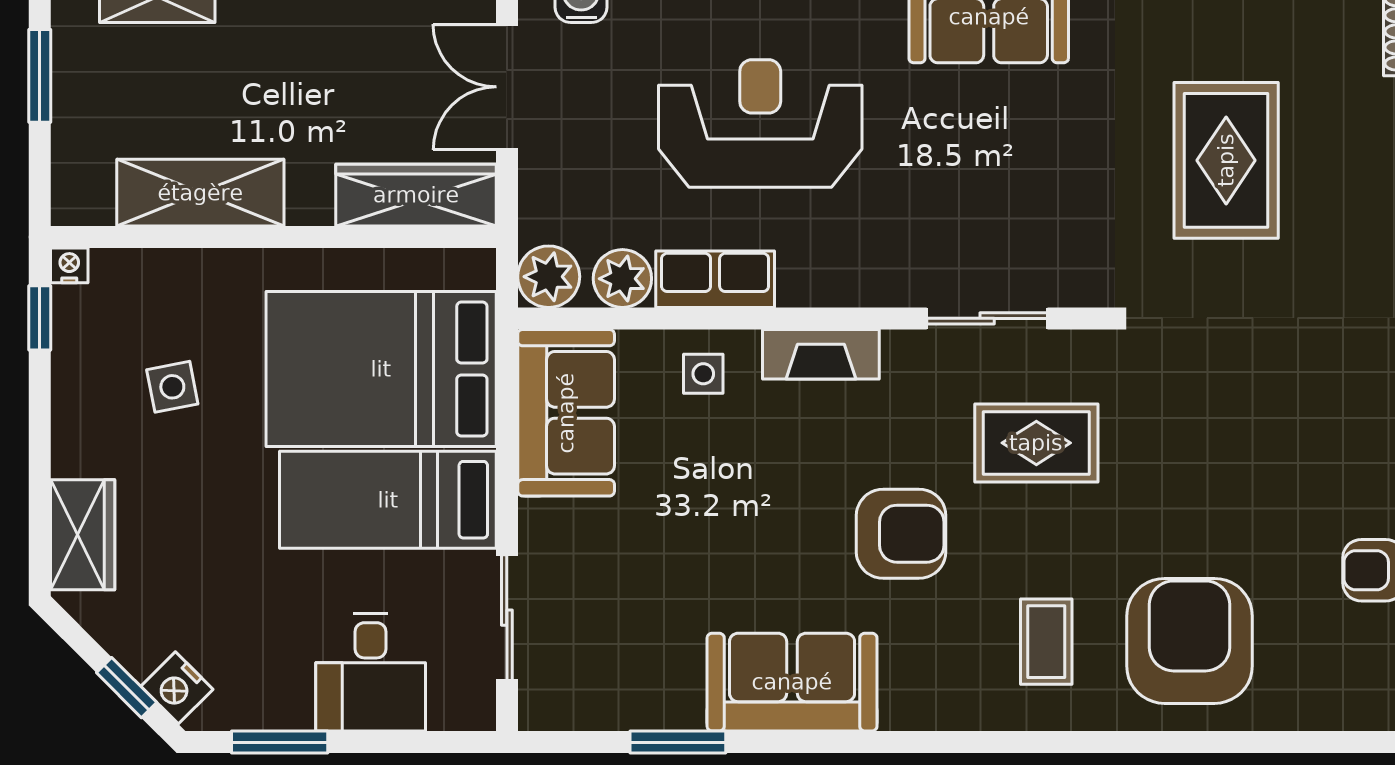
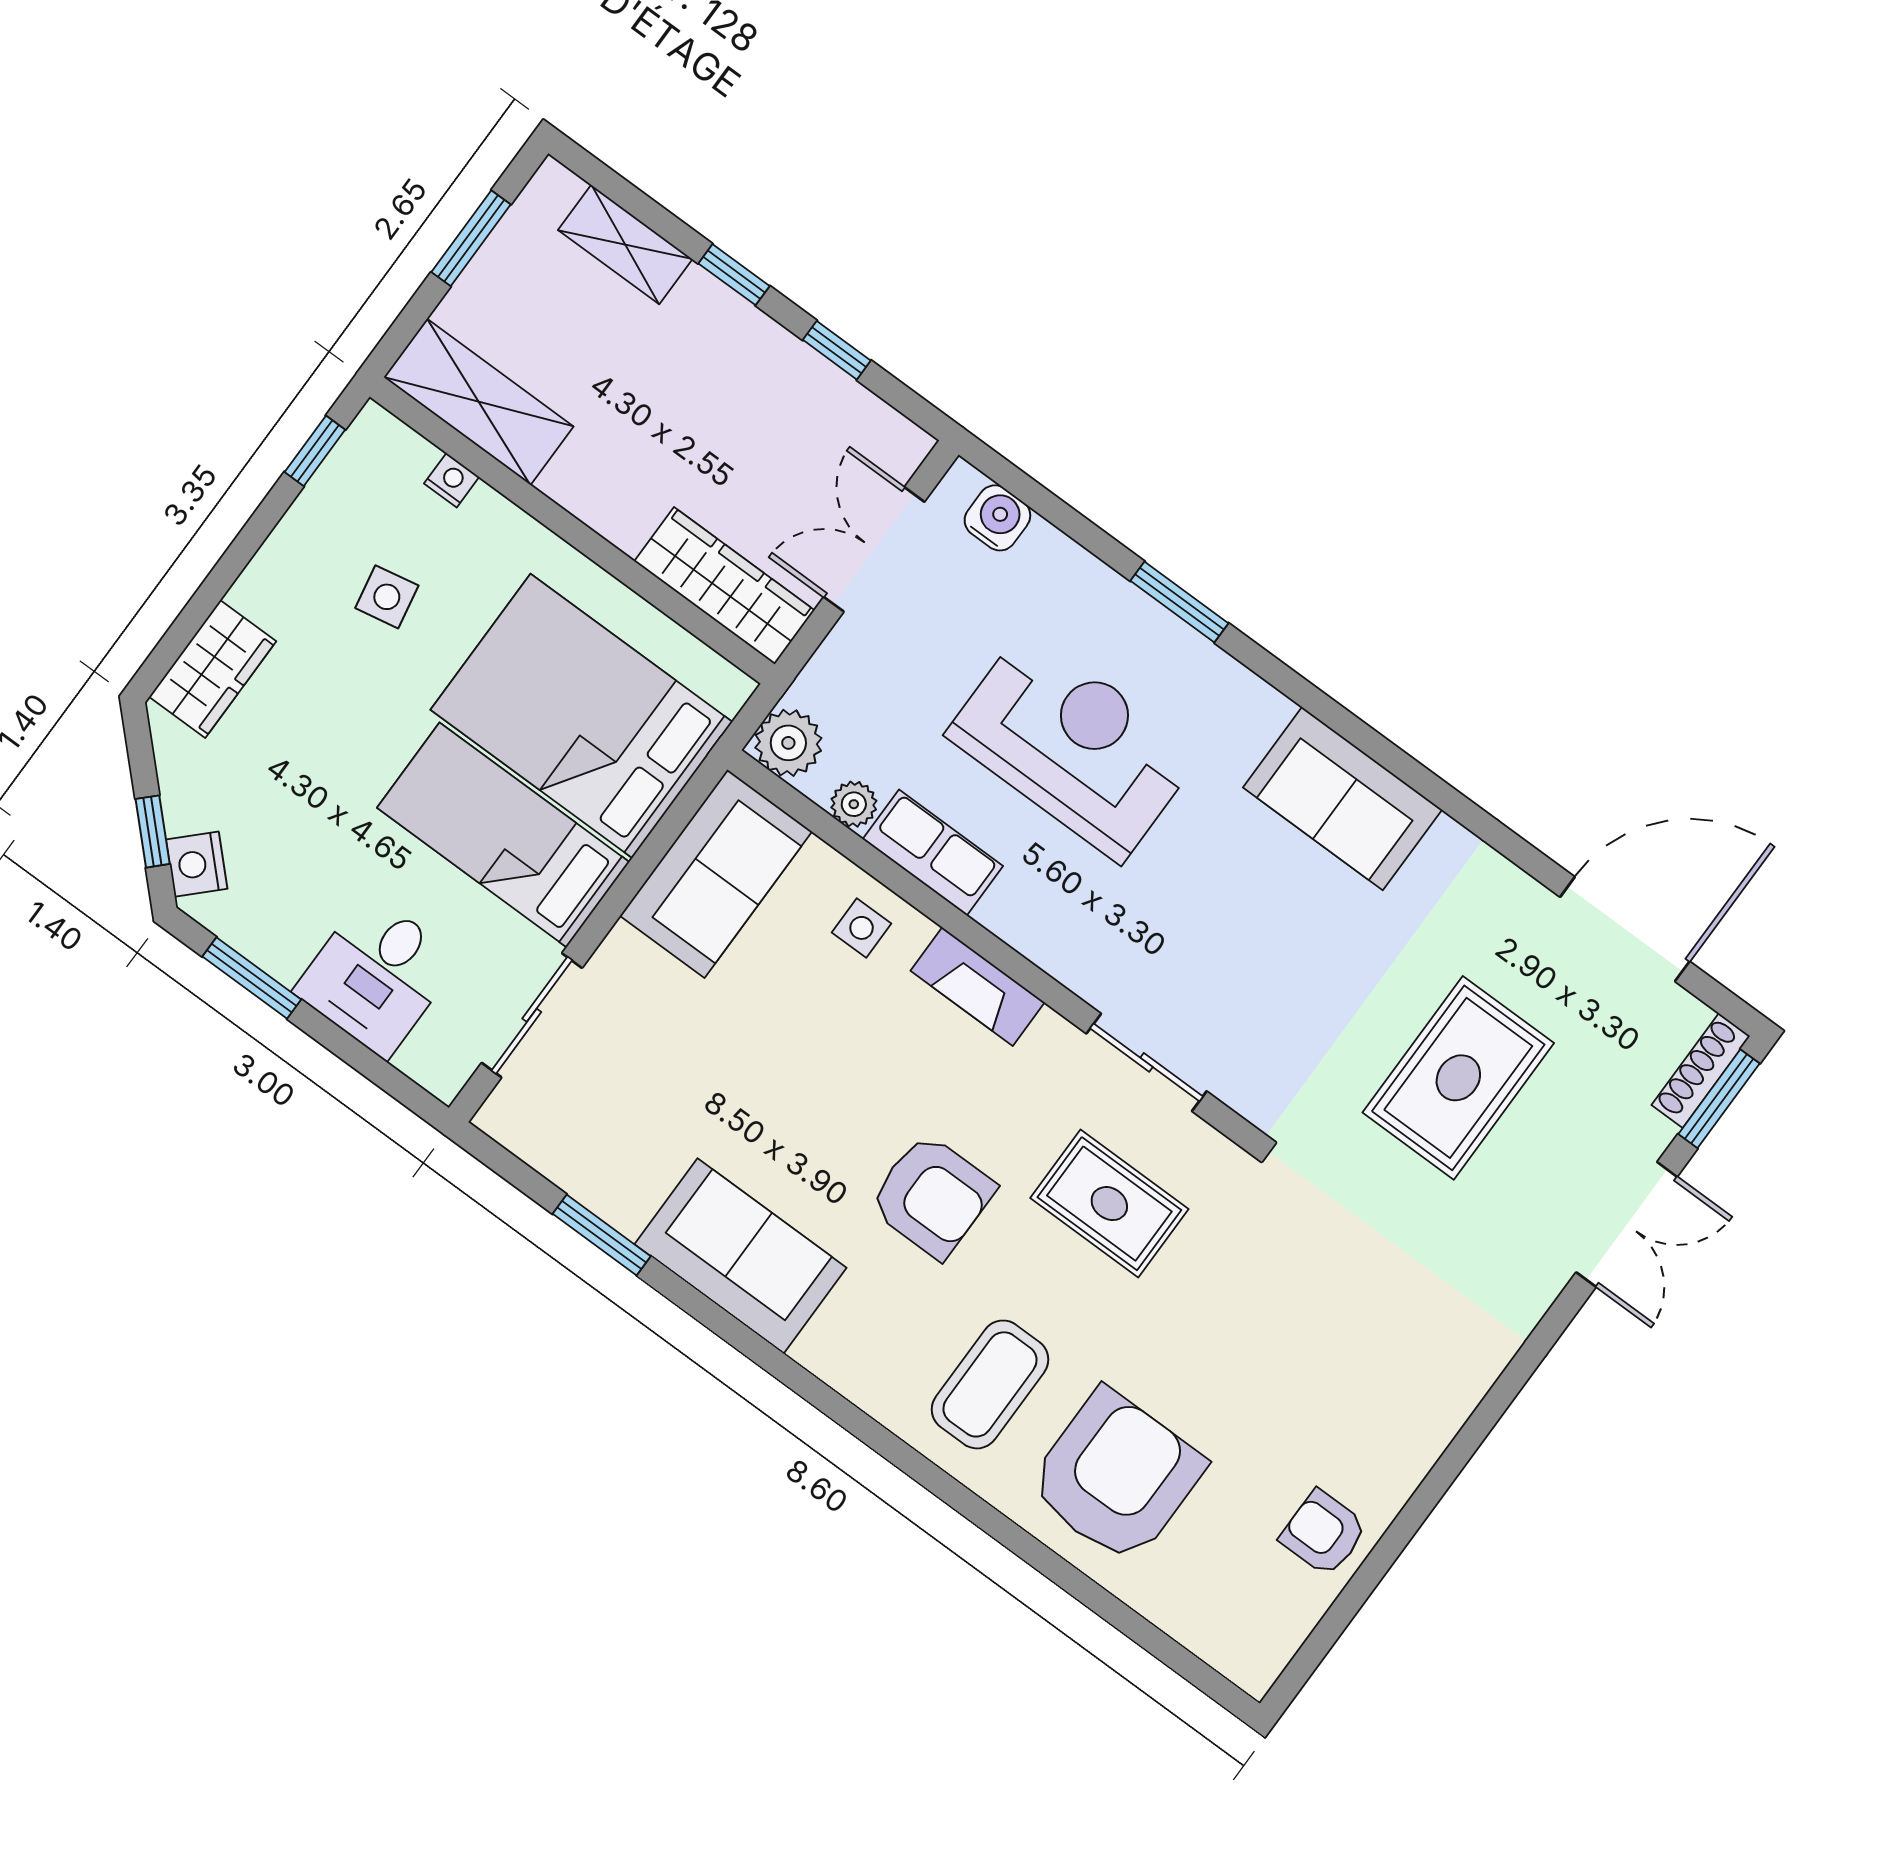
shelving: (200, 193) -> (479, 402), moved
nightstand: (69, 265) -> (452, 480), moved
plant: (622, 279) -> (854, 804), width x0.73, depth x0.73
coffee table: (1046, 642) -> (990, 1384), width x1.36, depth x1.30

